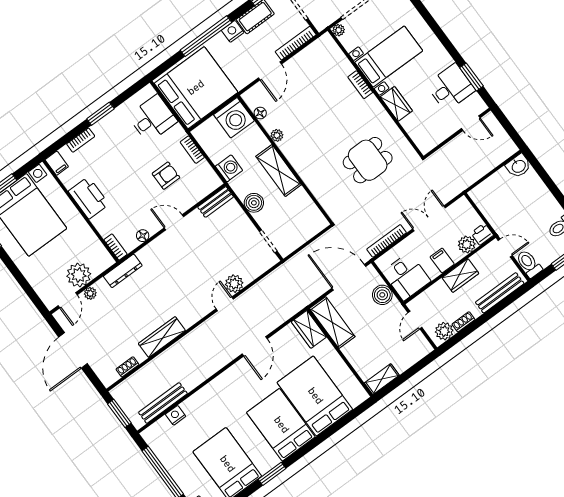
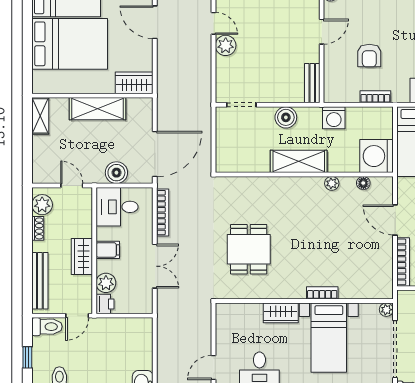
shelving: (332, 323) -> (97, 109), moved

